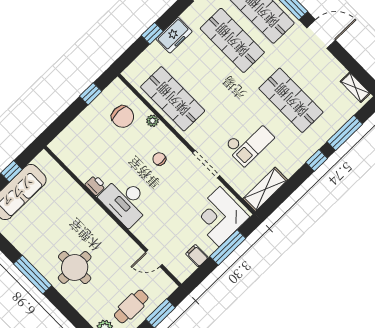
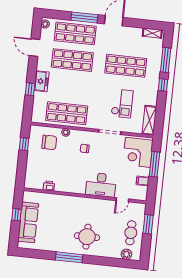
printer: (95, 185) -> (49, 186), moved
desk: (125, 201) -> (101, 185), moved

